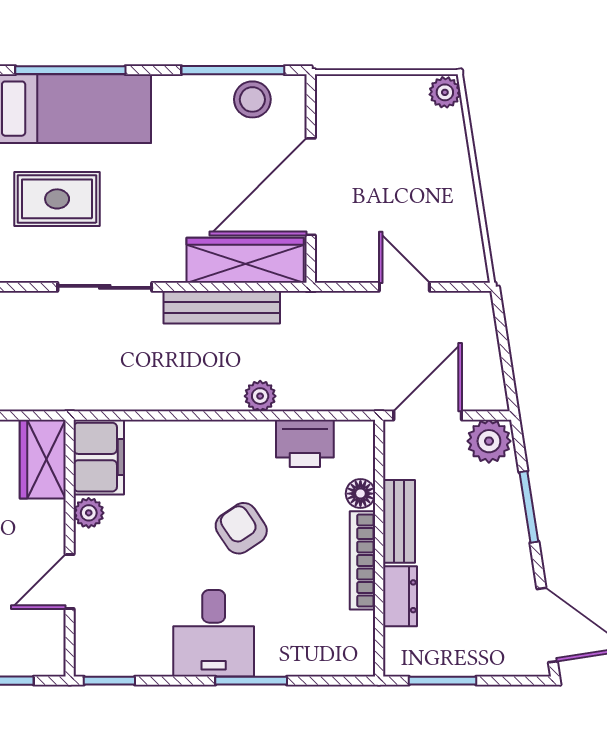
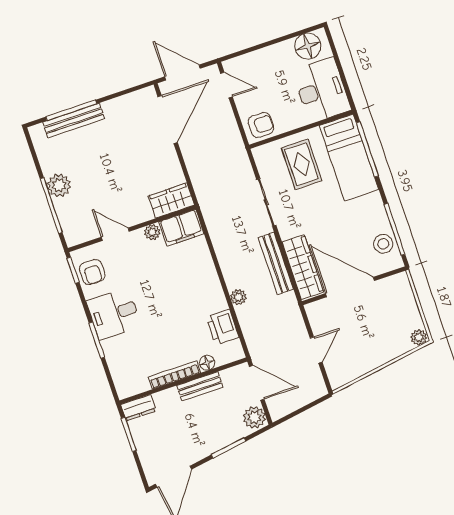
armchair: (241, 528) -> (92, 272), moved, turned 124
dresser: (400, 596) -> (138, 408), moved

